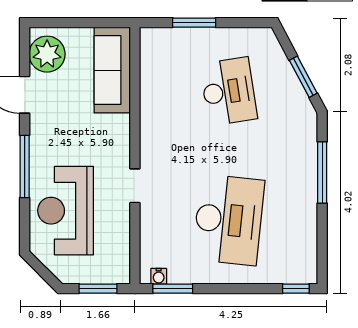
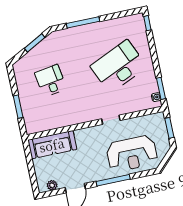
plant: (47, 54) -> (52, 185), width x0.53, depth x0.53
desk: (229, 91) -> (51, 81), width x0.73
desk: (229, 220) -> (119, 66), turned -30

